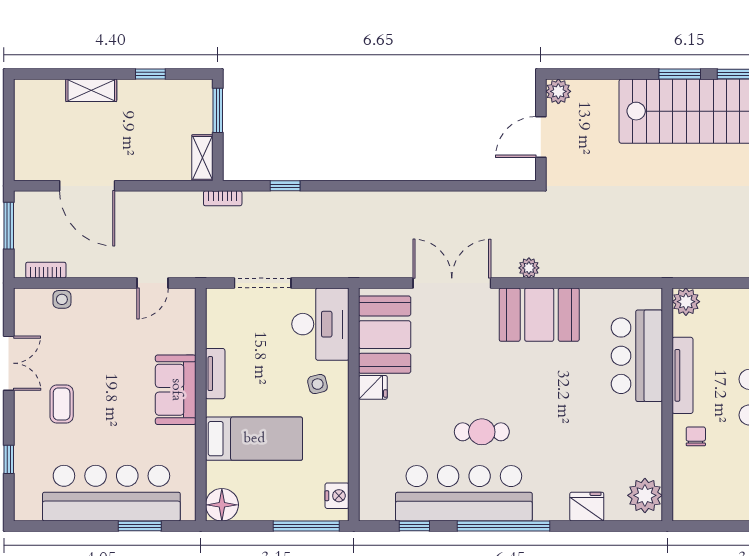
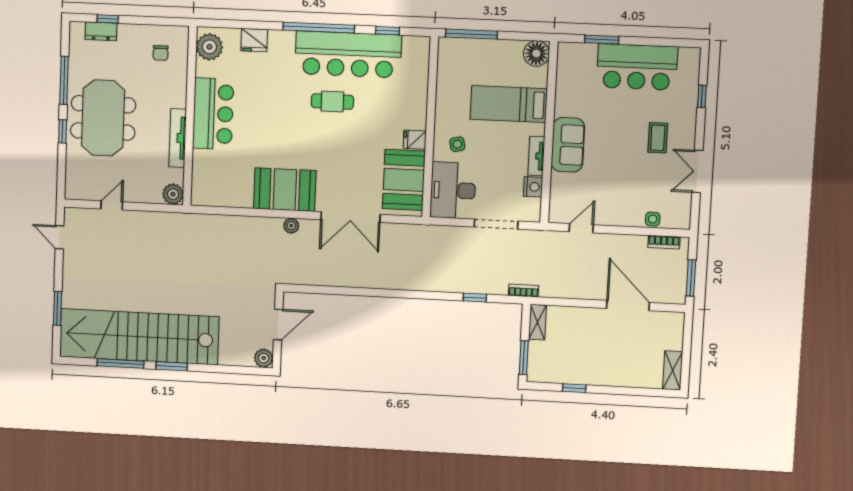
shelving: (91, 90) -> (673, 370), moved, turned 90
bar counter: (637, 356) -> (213, 114), moved
chair: (696, 436) -> (161, 53), moved
bar counter: (111, 493) -> (637, 67), width x0.73
nightstand: (337, 496) -> (533, 187), moved, turned 180

